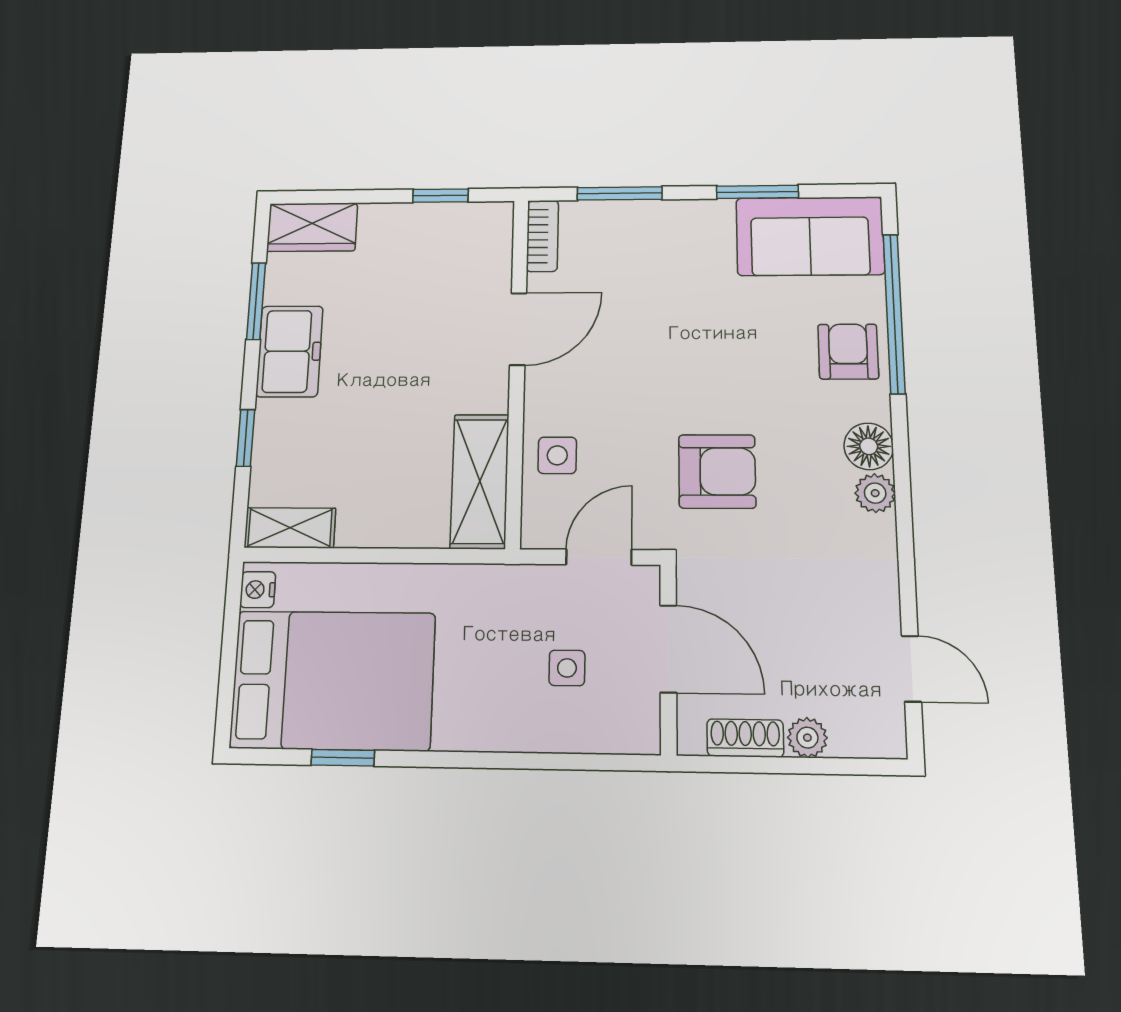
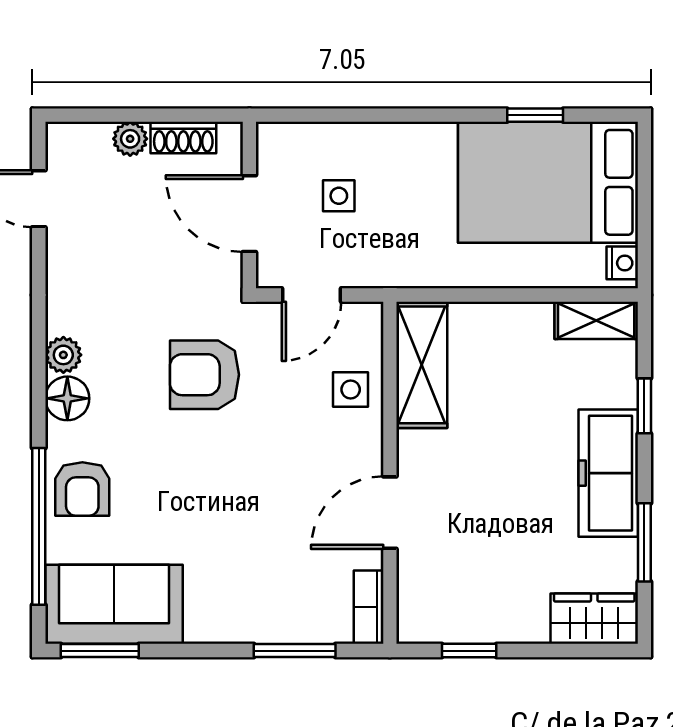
window: (757, 192) -> (100, 651), moved
freezer: (289, 351) -> (608, 473), width x1.40

